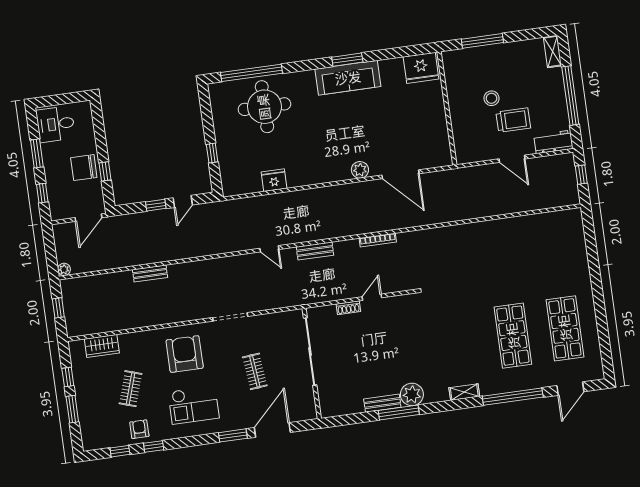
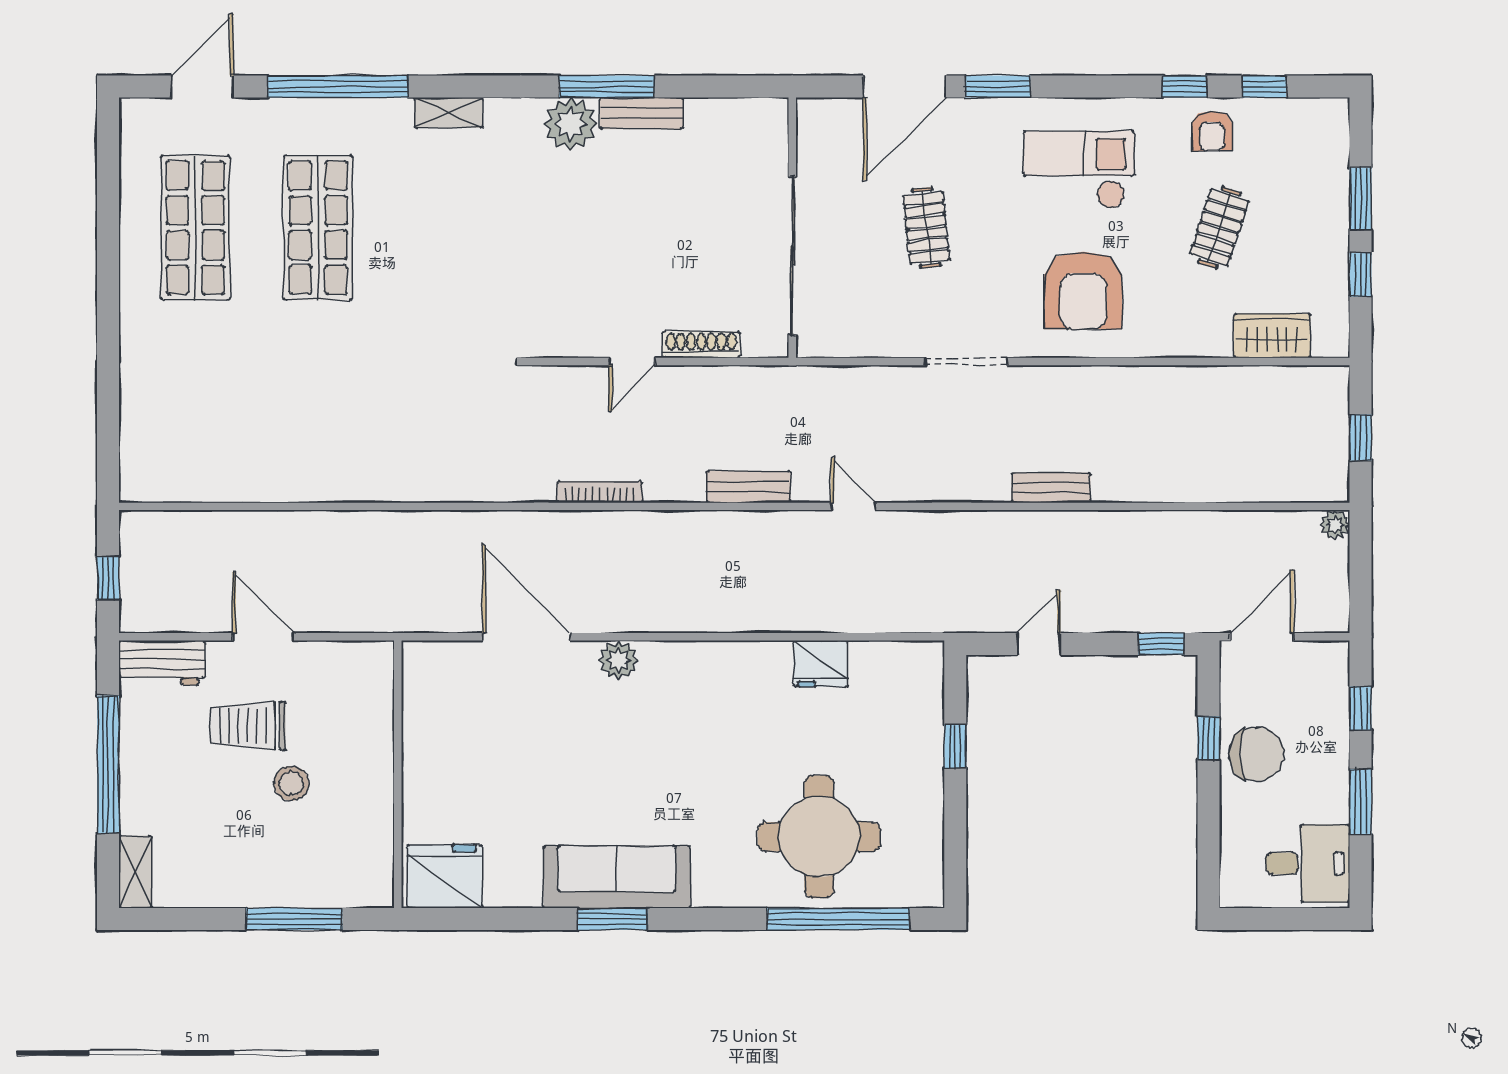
window: (156, 205) -> (1161, 644), moved
bench: (150, 273) -> (1051, 488), moved
shoe rack: (348, 308) -> (701, 345), width x1.43

